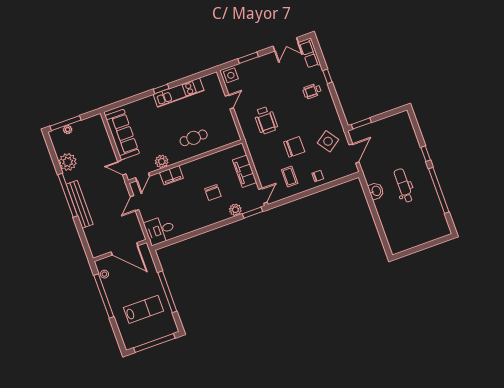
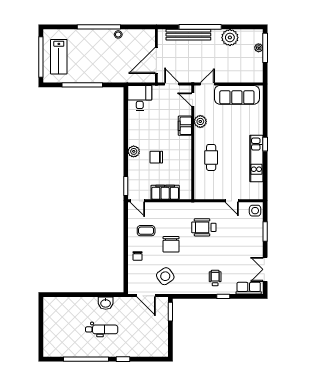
plant: (235, 210) -> (134, 151), moved
door: (124, 249) -> (156, 60), moved
wall: (120, 250) -> (156, 56), moved
lab bench: (143, 309) -> (59, 57), moved

